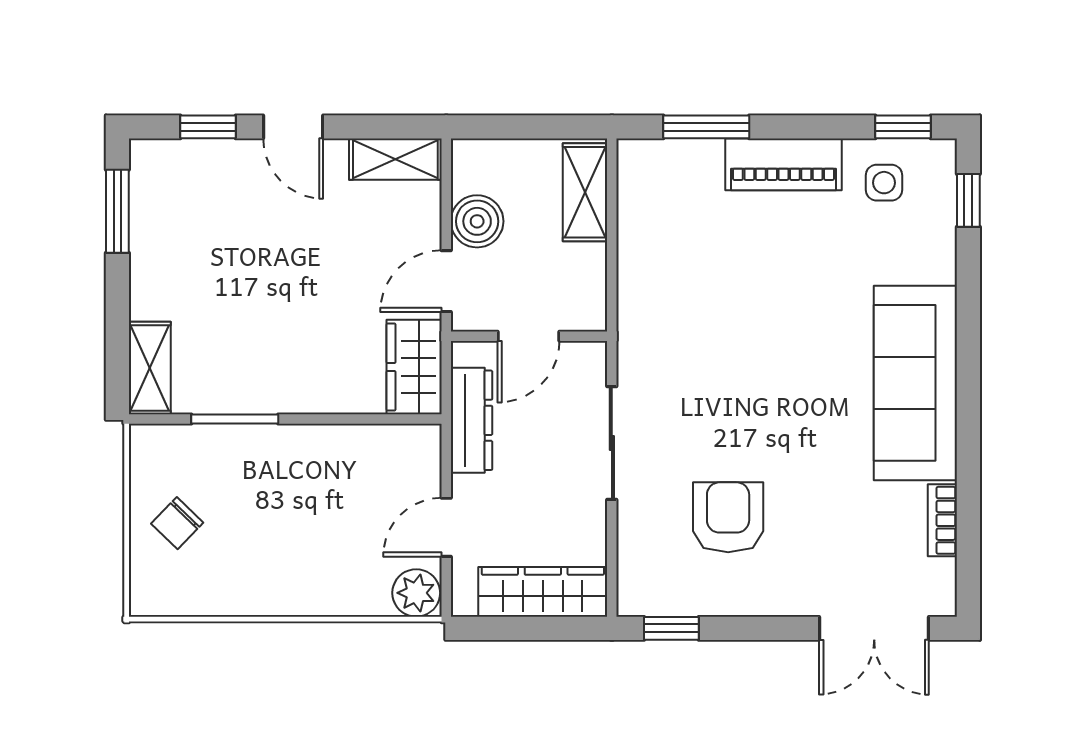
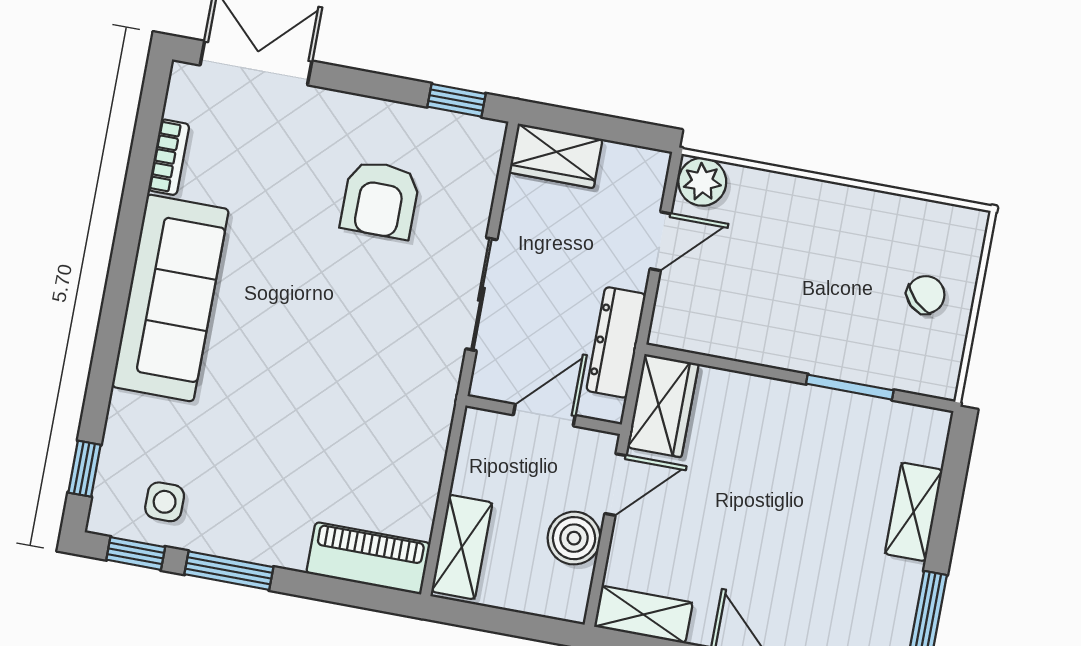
window: (706, 127) -> (229, 571), moved
piano: (783, 164) -> (368, 558), moved
shelving: (150, 368) -> (914, 512), moved
wardrobe: (543, 592) -> (556, 156), width x0.67

